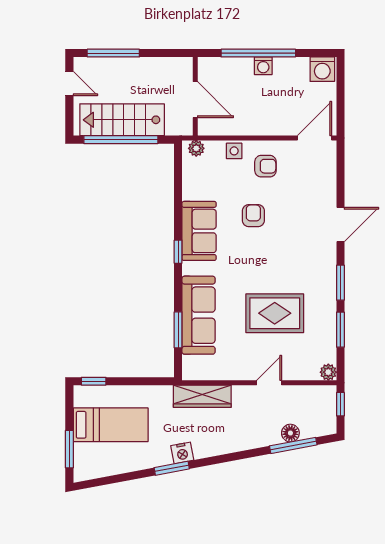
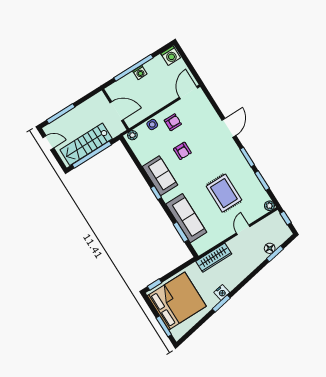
armchair: (253, 216) -> (182, 151), turned 180
rug: (275, 313) -> (224, 193), turned 90
bed: (111, 425) -> (177, 301), width x2.04
window: (293, 445) -> (275, 254), width x0.69

